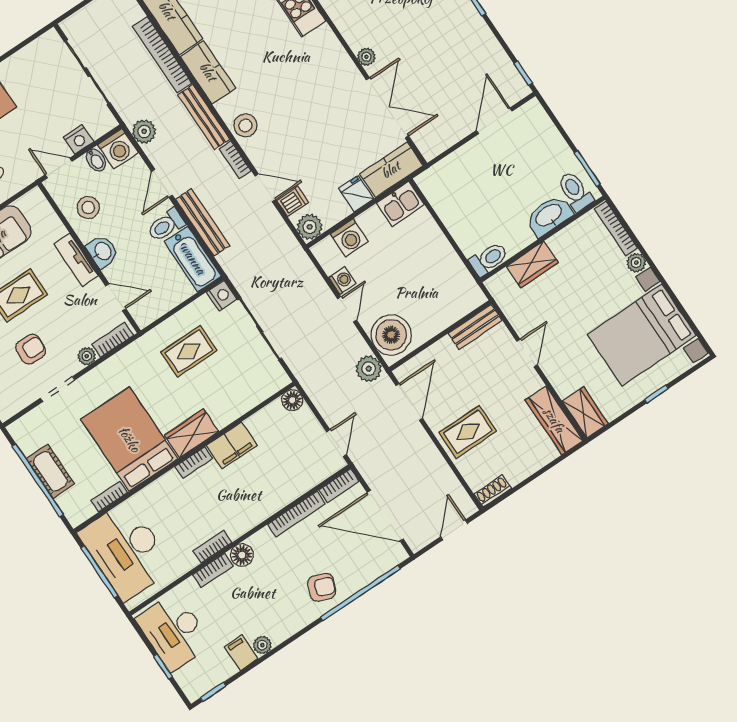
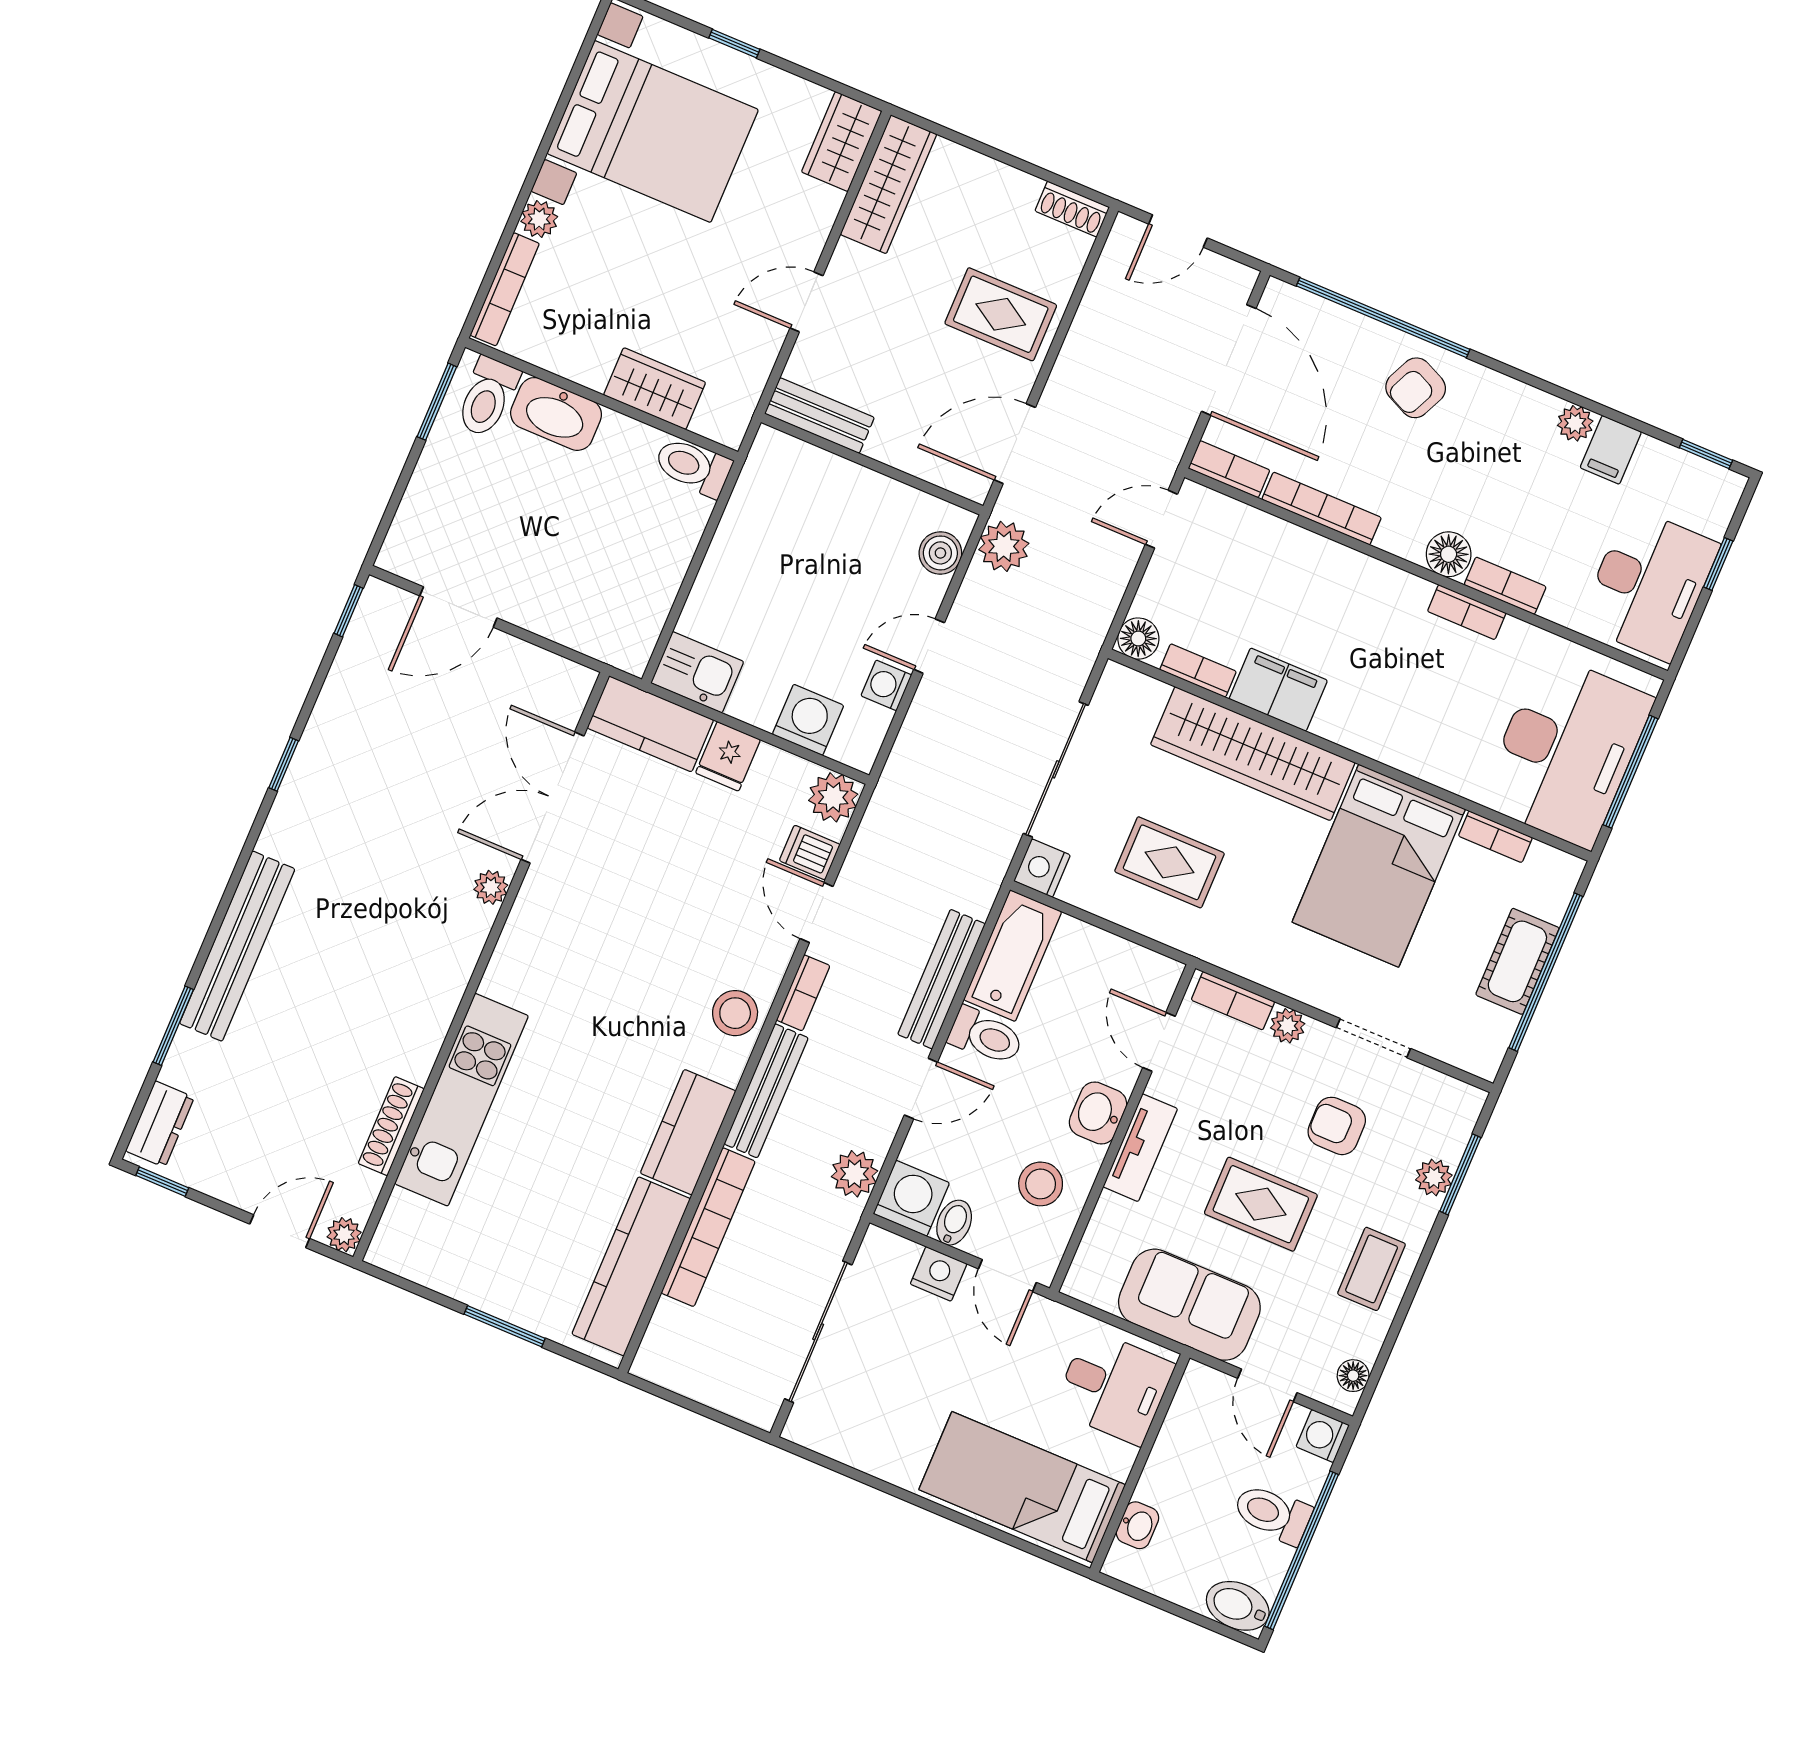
boiler: (391, 335) -> (940, 553), width x0.54, depth x0.54
wardrobe: (192, 433) -> (1253, 754), width x2.10, depth x1.17
bookcase: (194, 463) -> (1198, 671), moved
armchair: (322, 587) -> (1416, 388), turned -87

